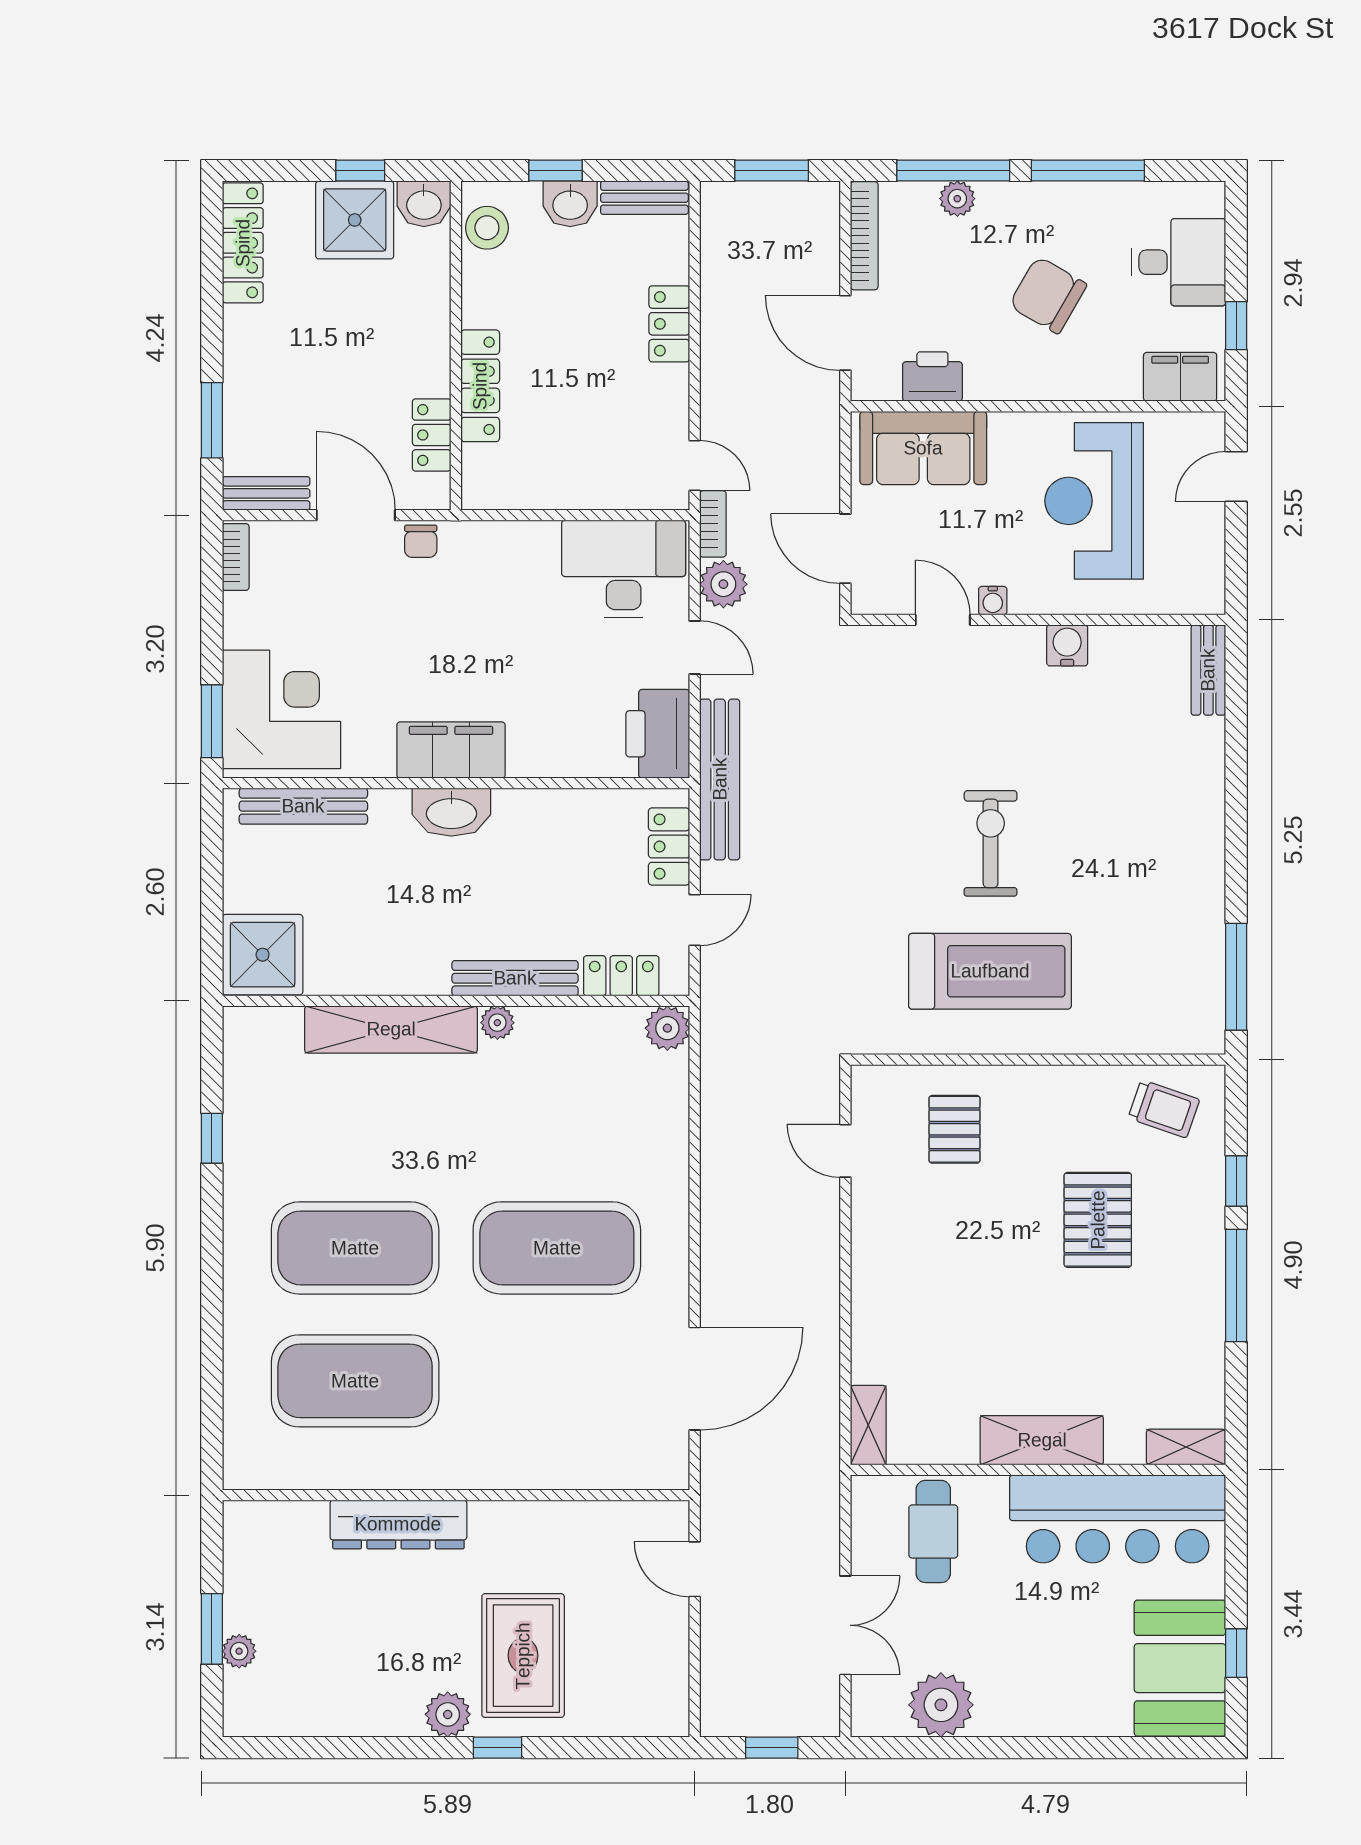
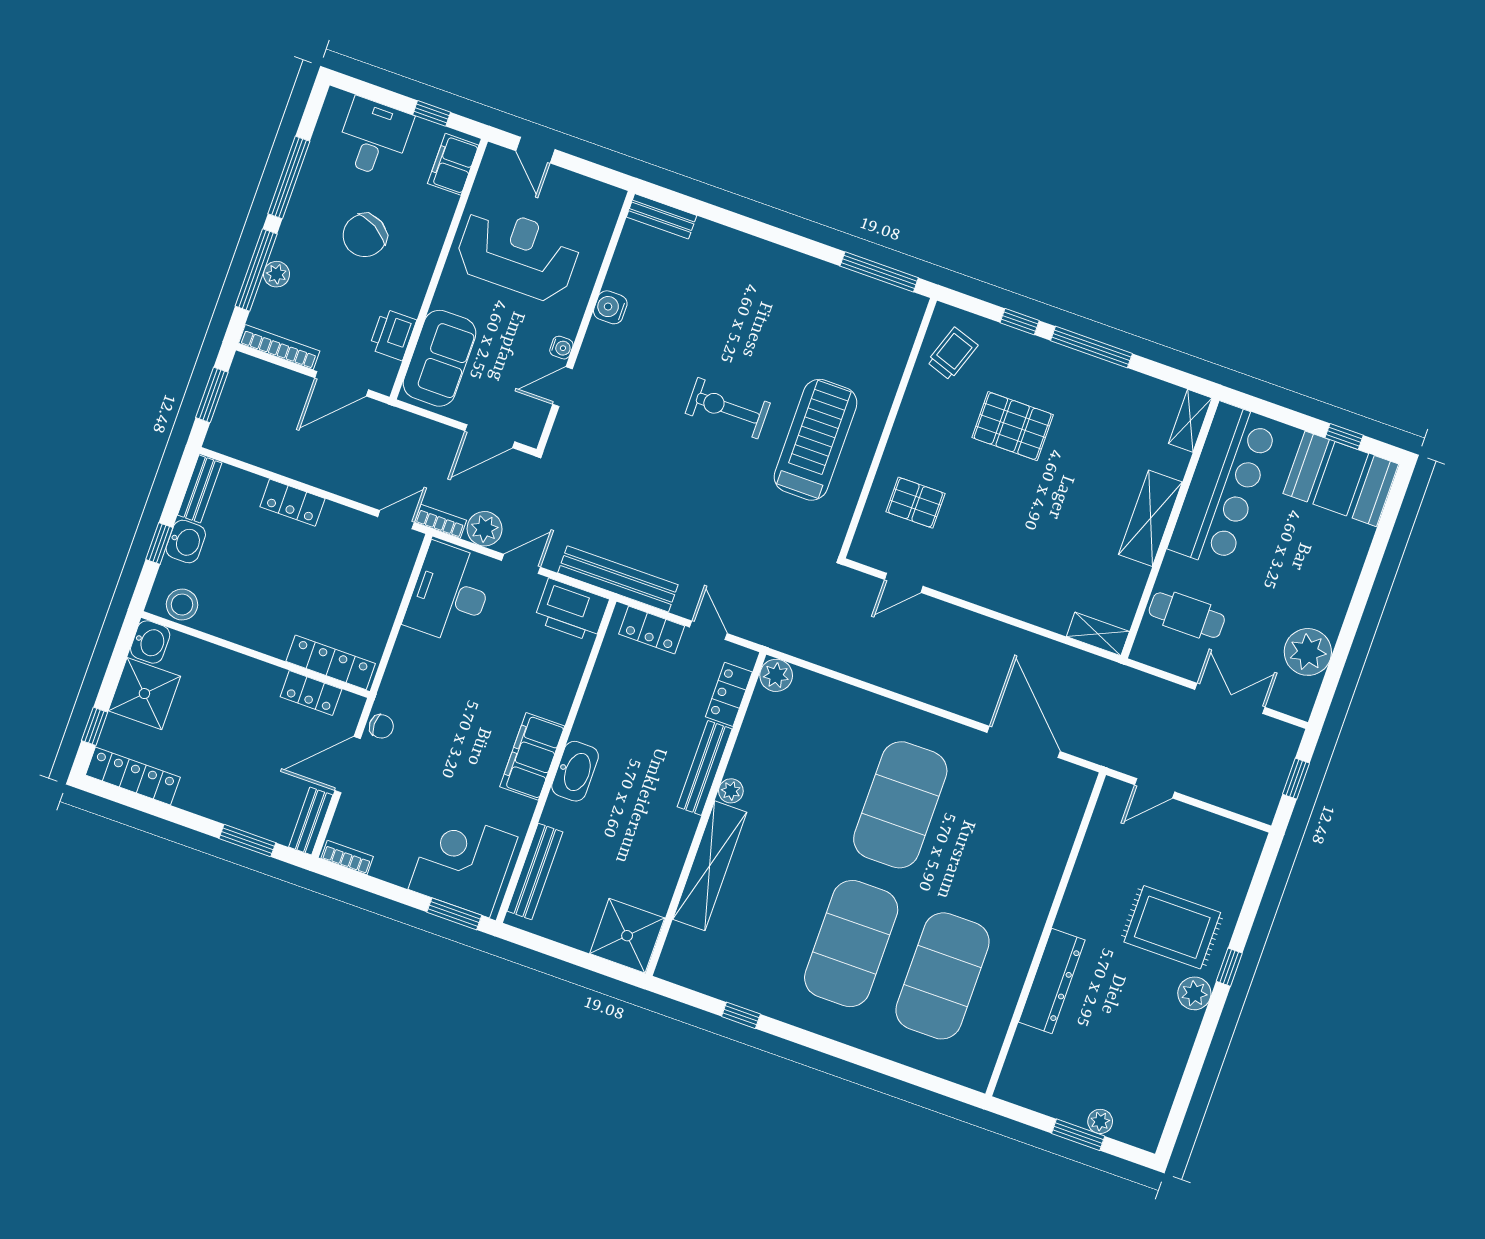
window: (360, 170) -> (95, 726), moved
locker: (480, 386) -> (331, 662), moved
reception desk: (1094, 501) -> (518, 254), turned 180

